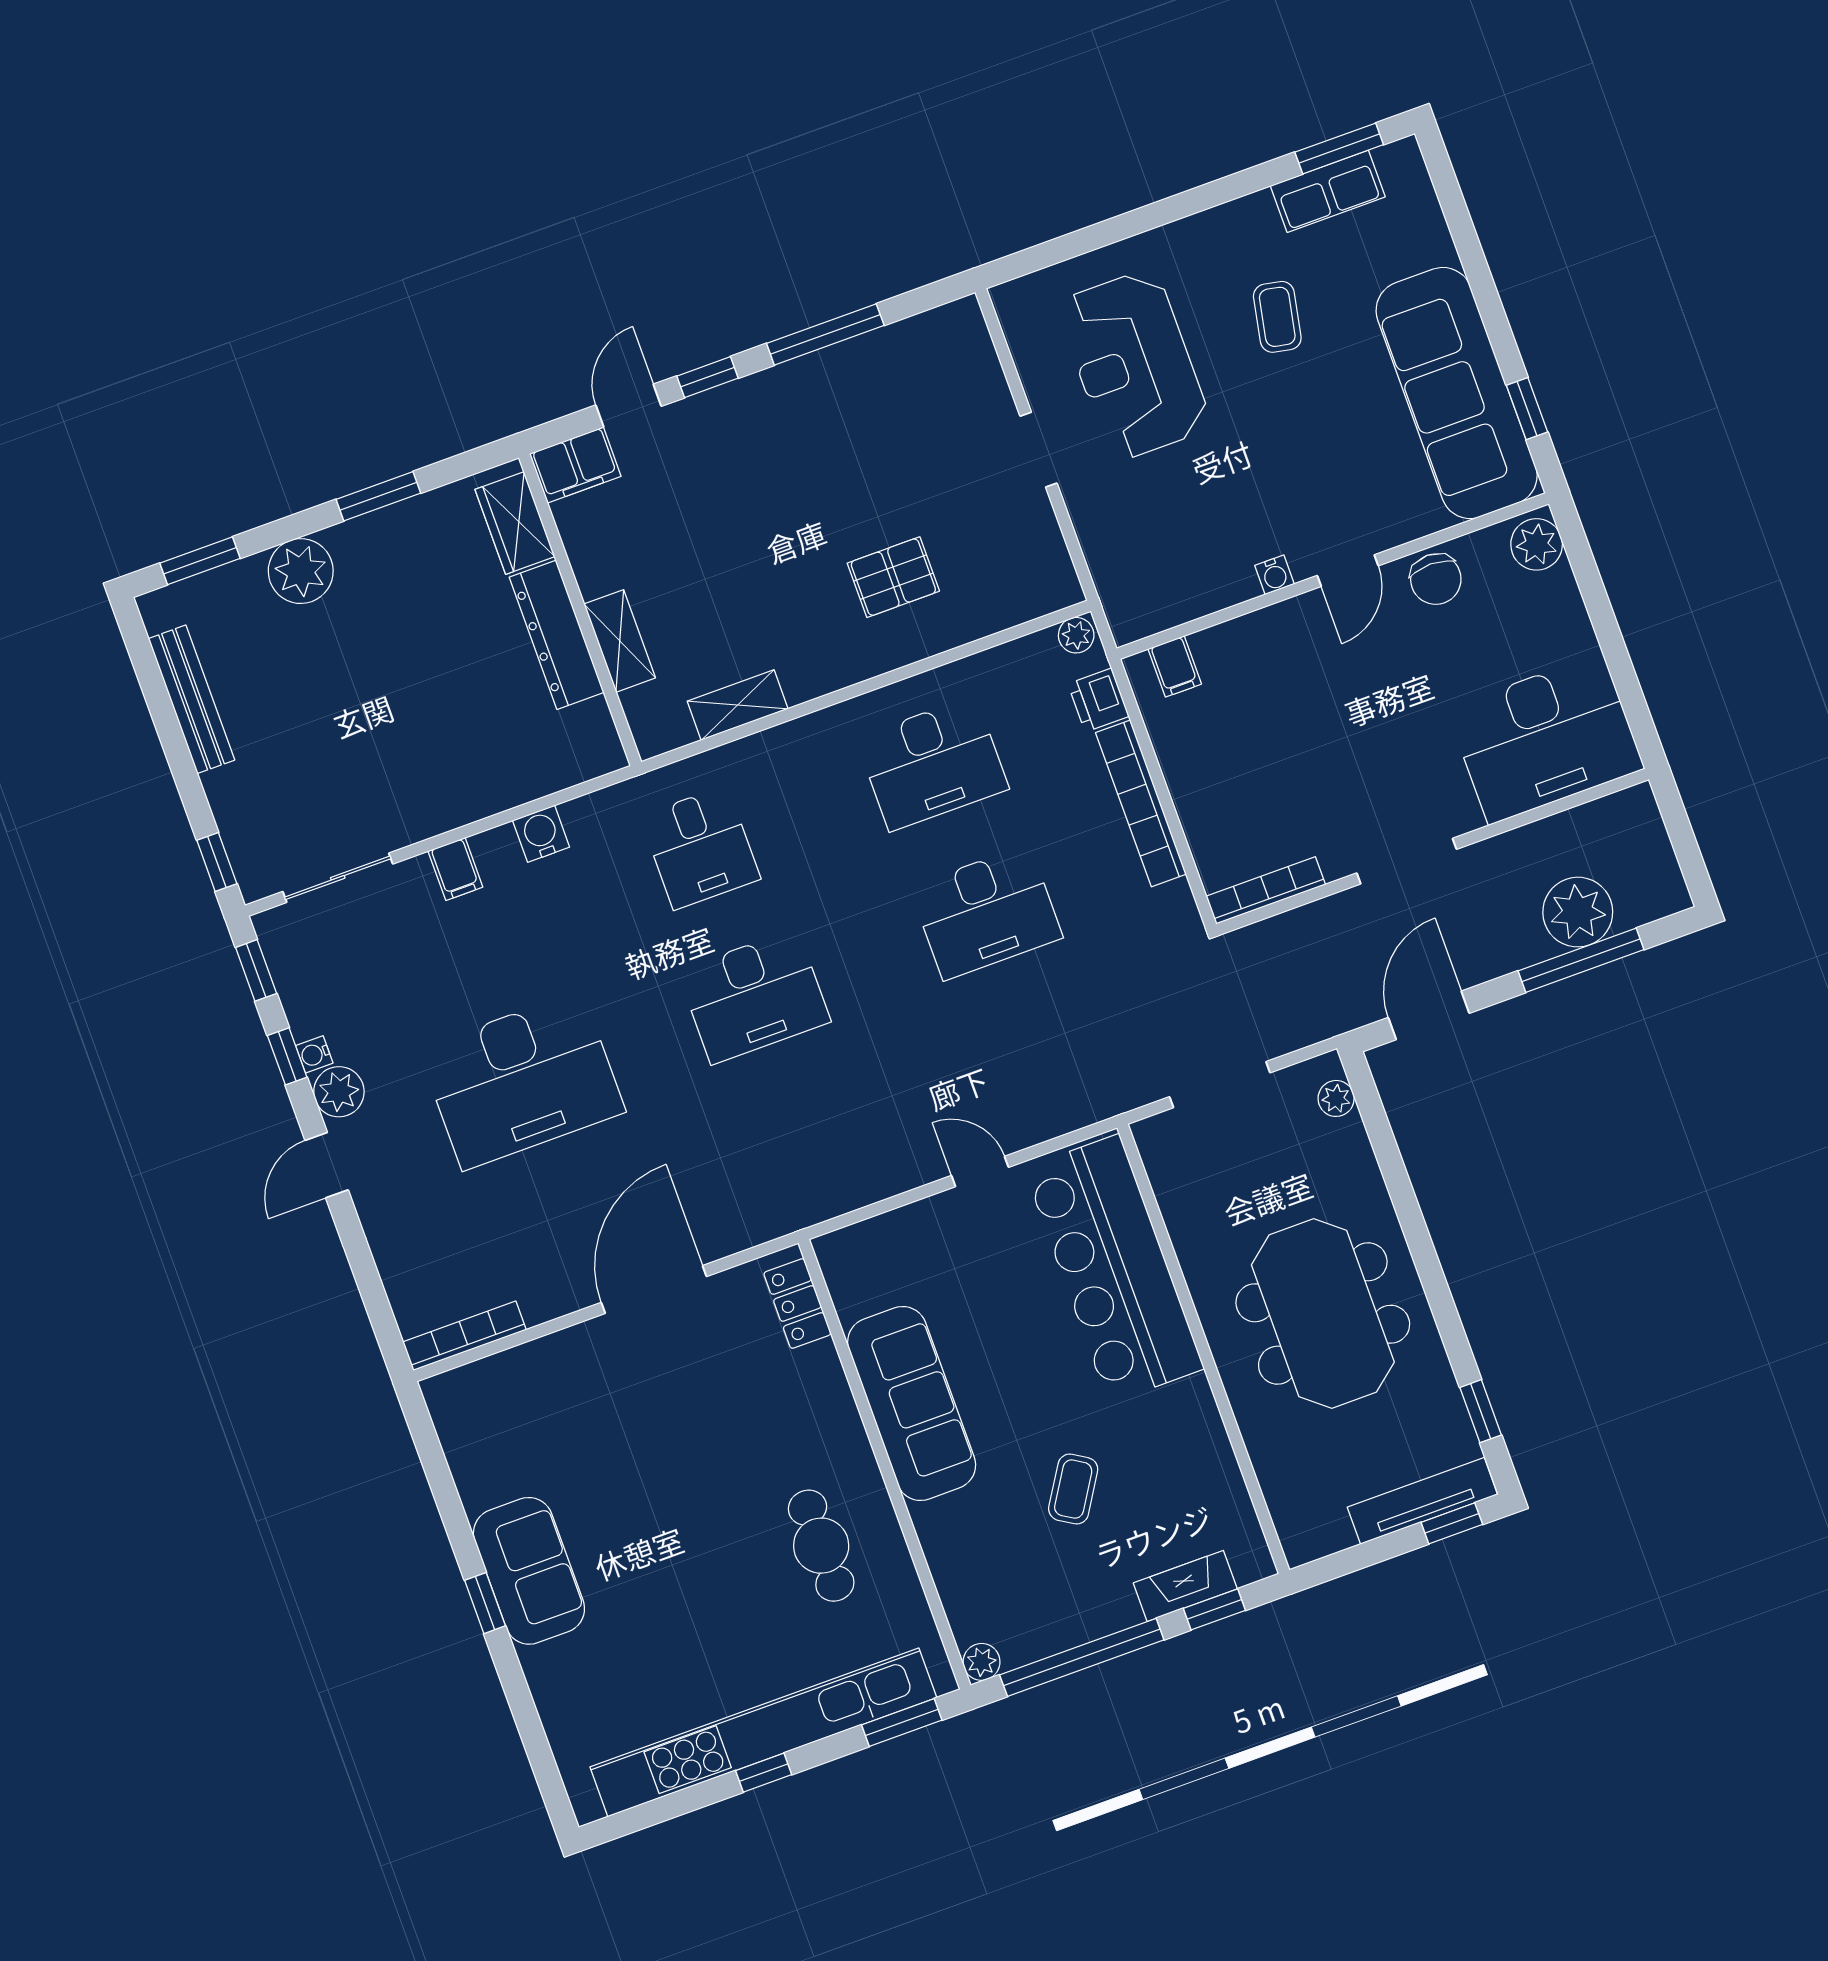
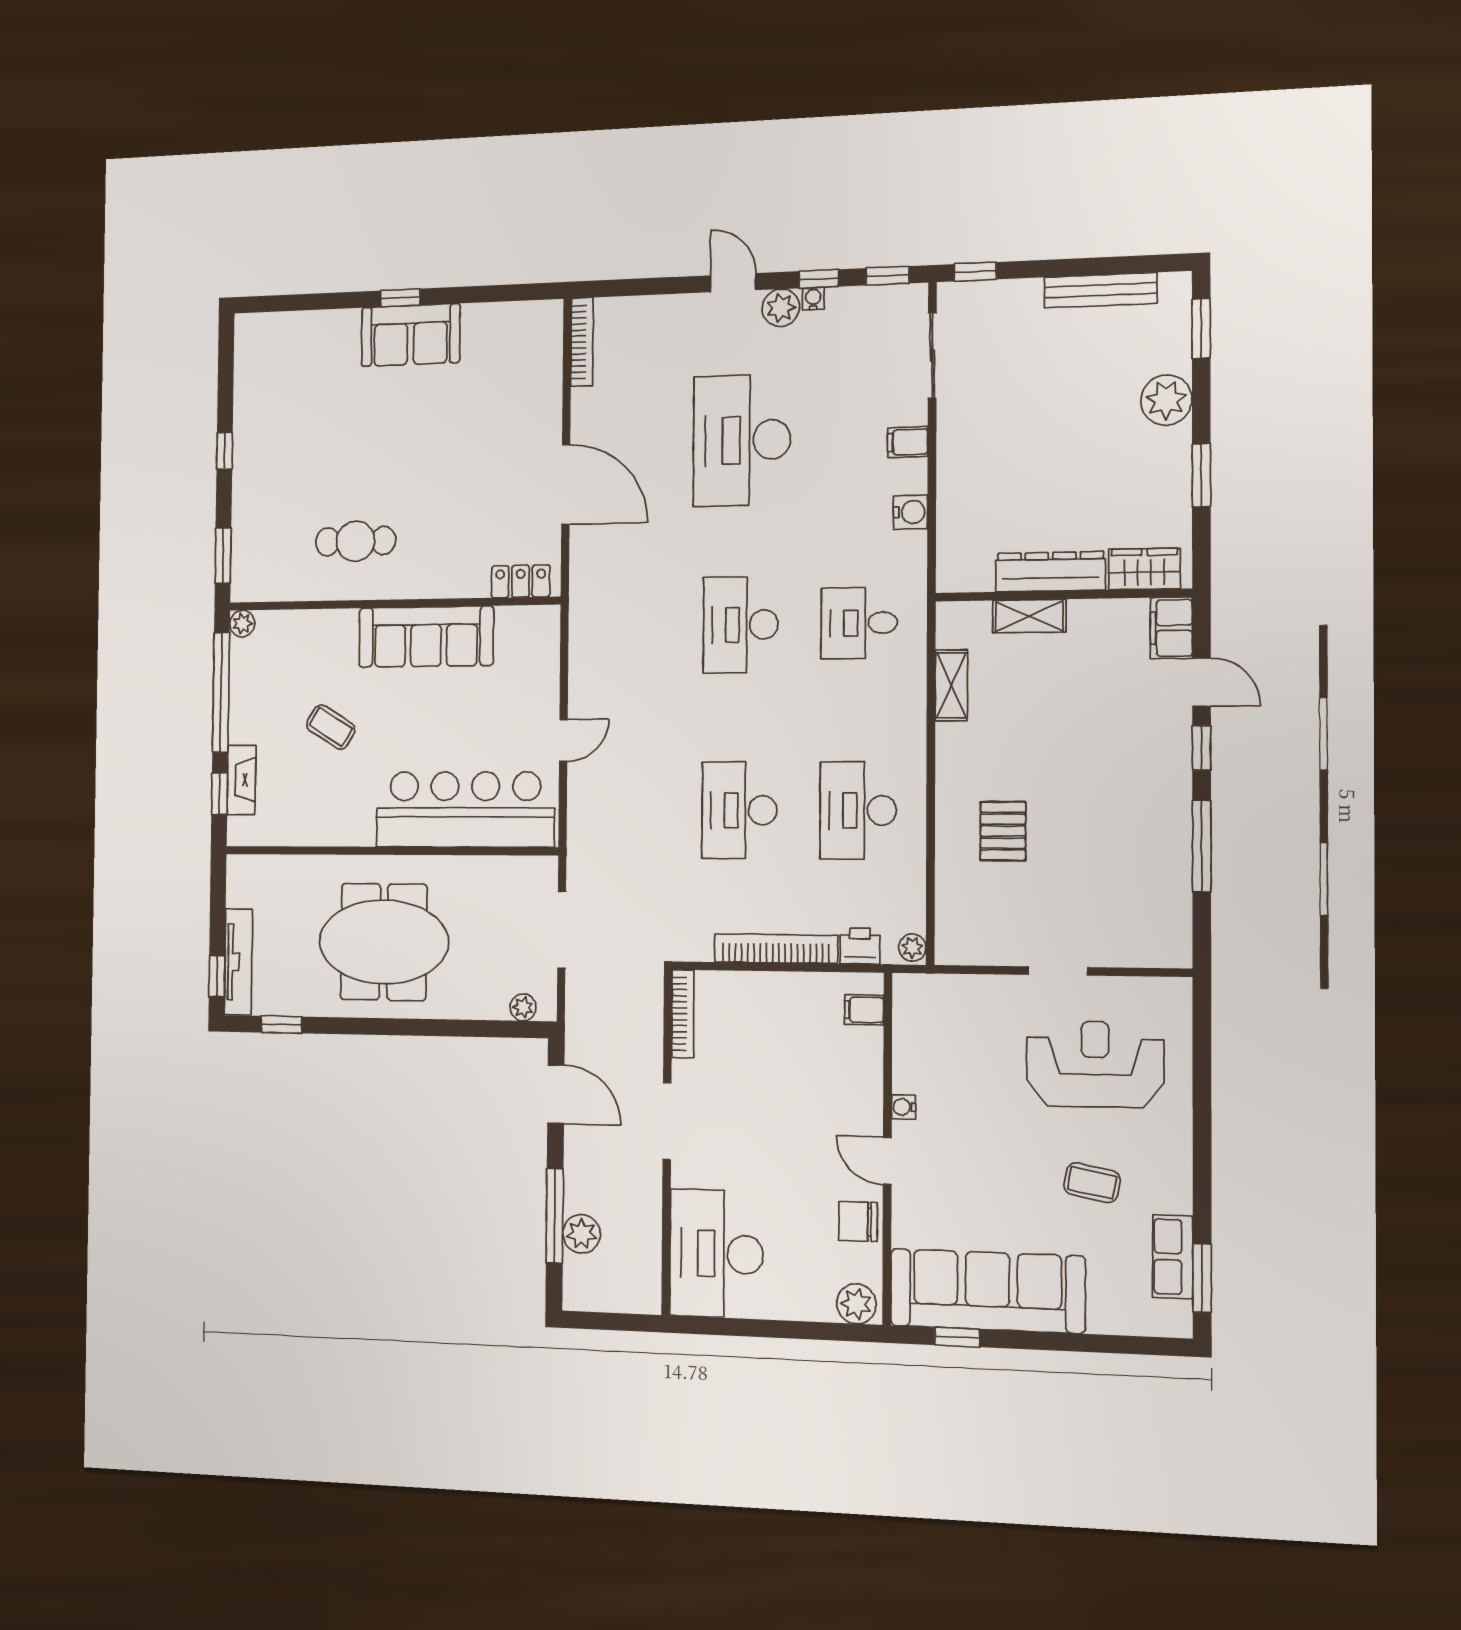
plant: (1578, 912) -> (581, 1234), width x0.73, depth x0.73
kitchen unit: (763, 1732) -> (250, 459), removed

